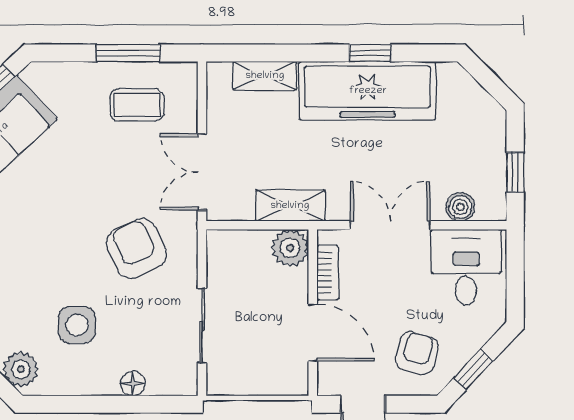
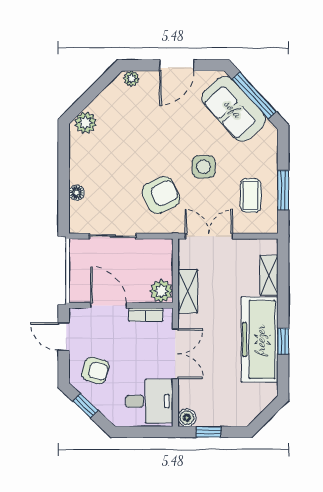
boiler: (460, 207) -> (187, 418), moved
side table: (77, 325) -> (204, 167), moved
door: (313, 333) -> (108, 305), swing flipped

